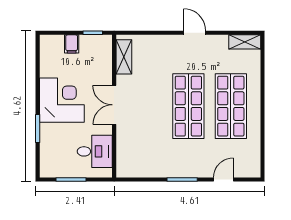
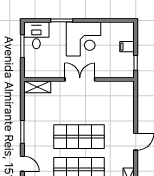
shelving: (124, 57) -> (37, 87), moved
desk: (95, 151) -> (36, 35), moved, turned 180

